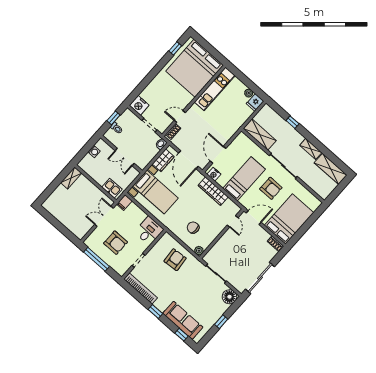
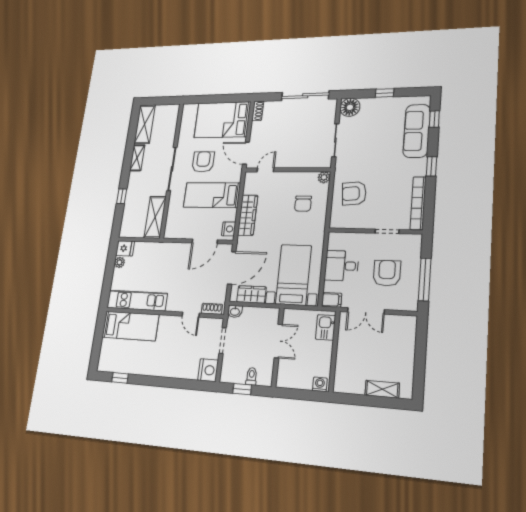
bed: (195, 68) -> (130, 326), width x0.49
washing machine: (94, 151) -> (320, 384), moved
shelving: (71, 178) -> (382, 389), moved
desk: (149, 231) -> (342, 266), moved

